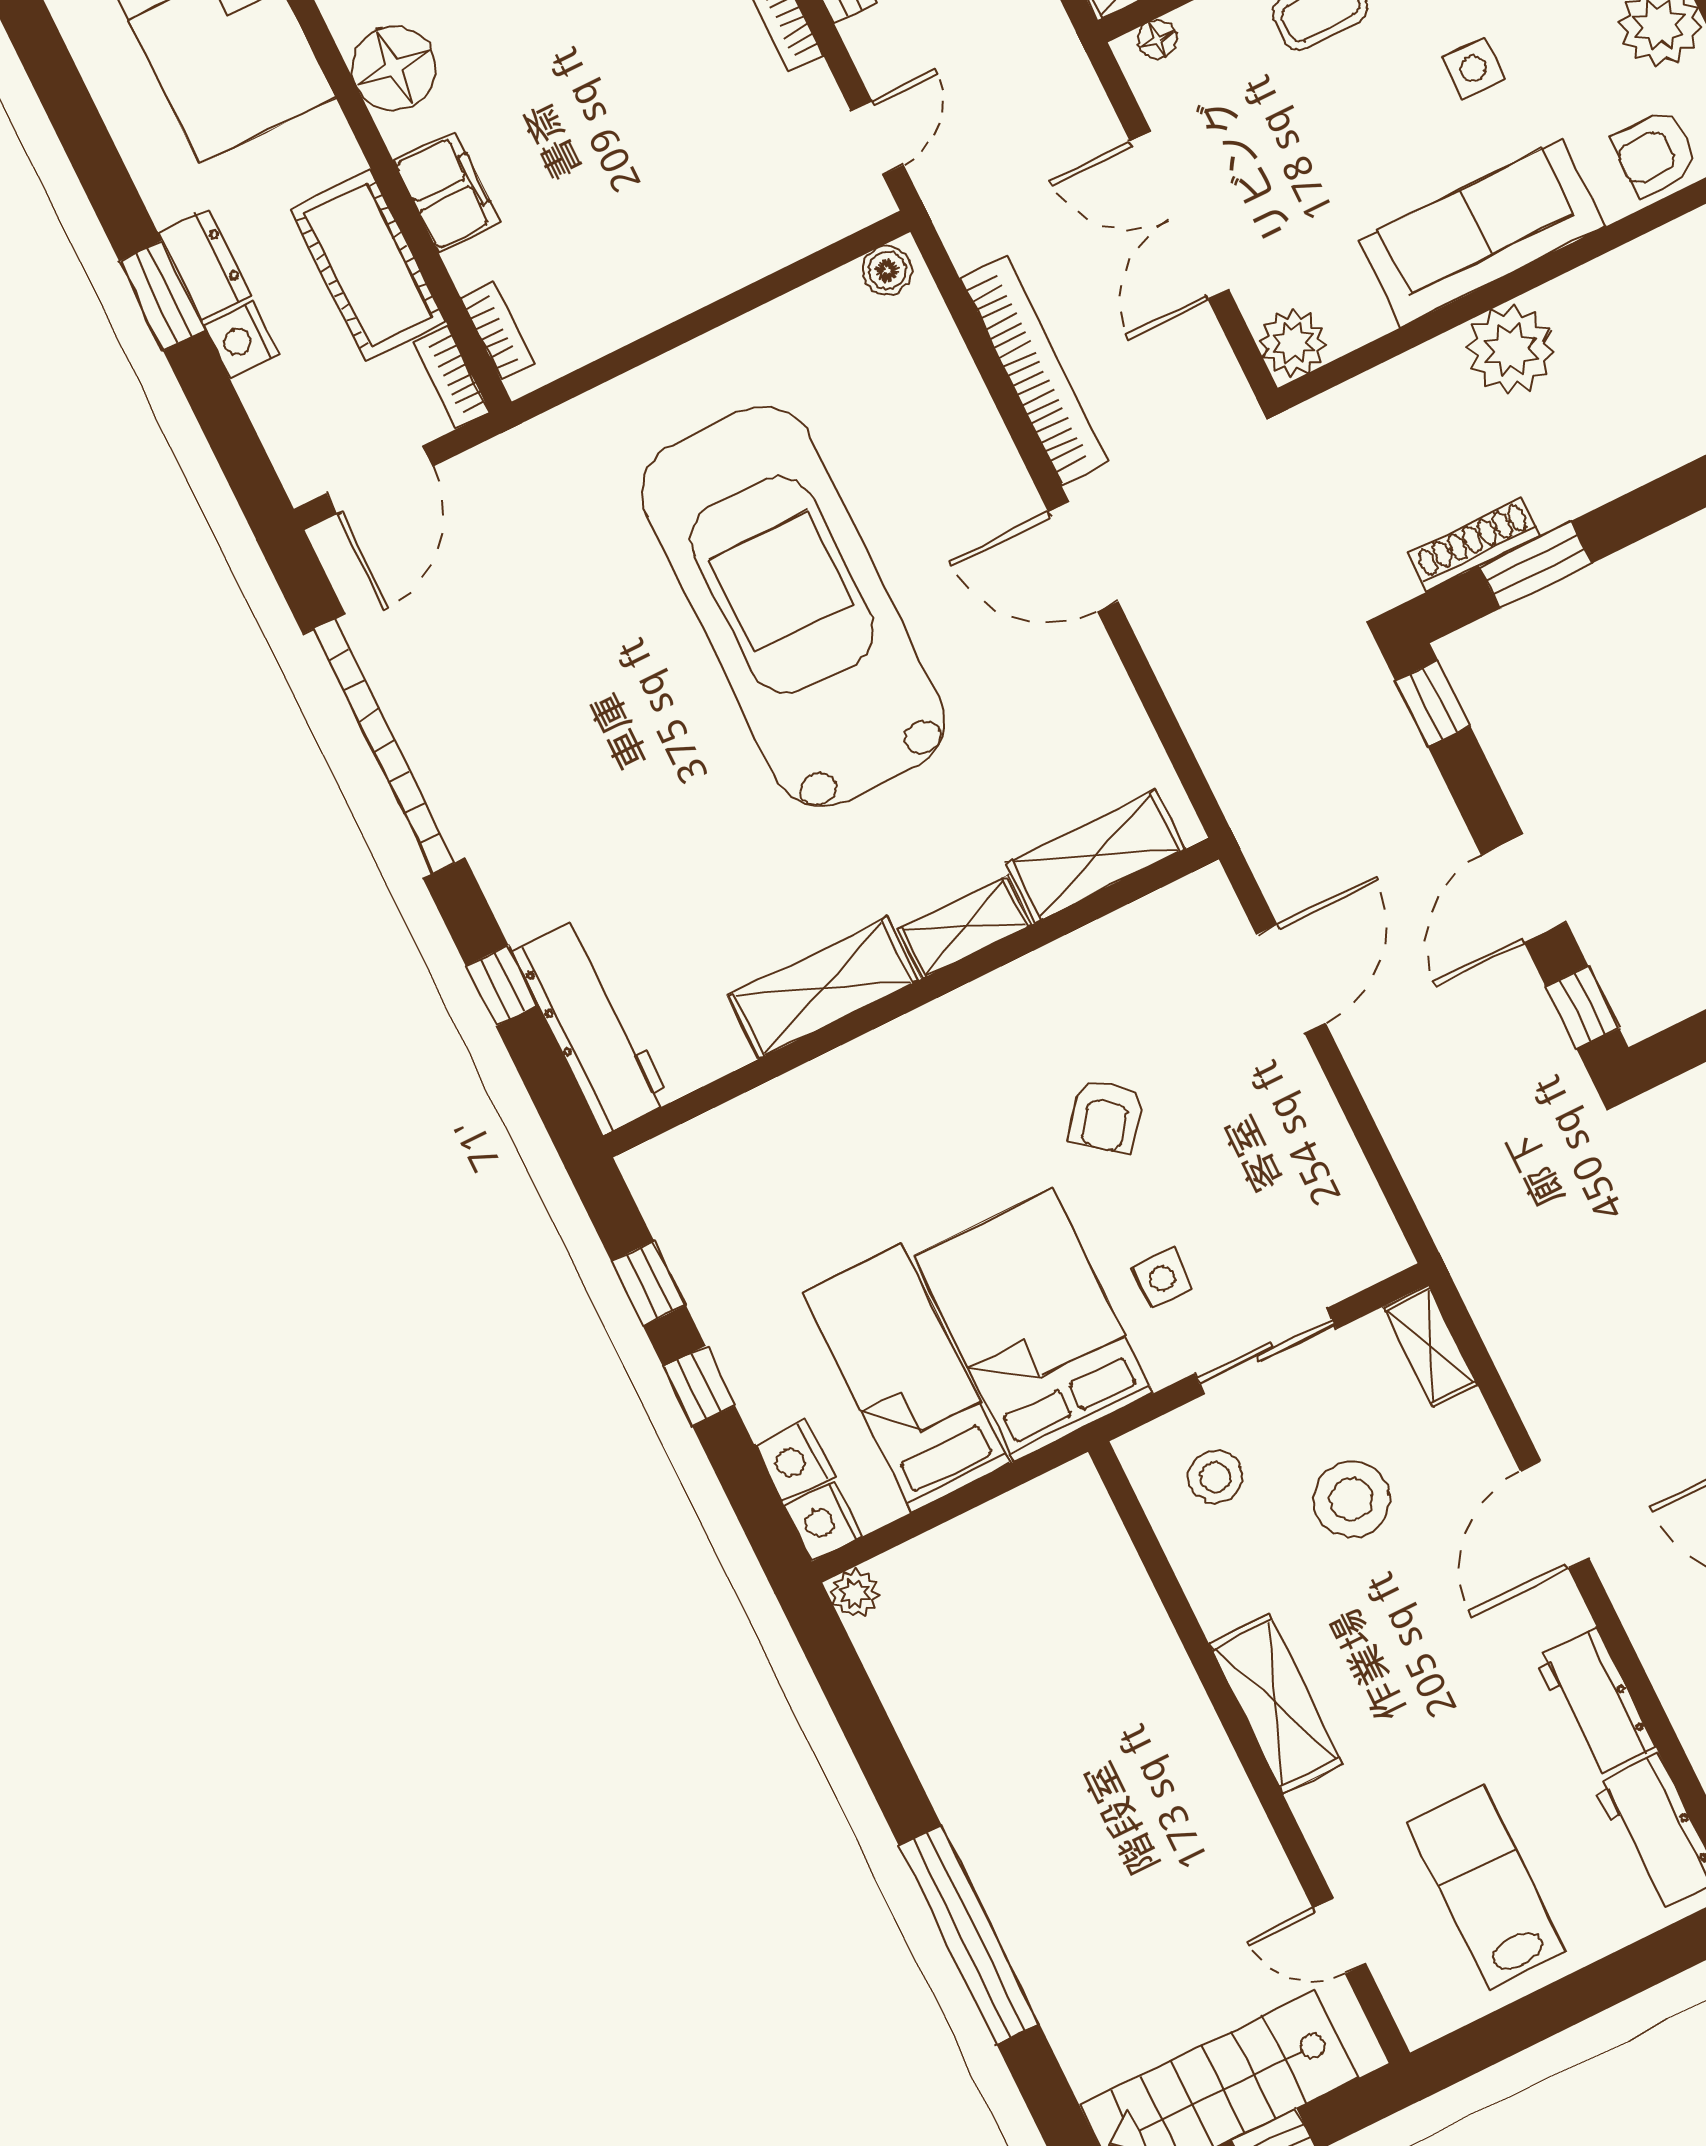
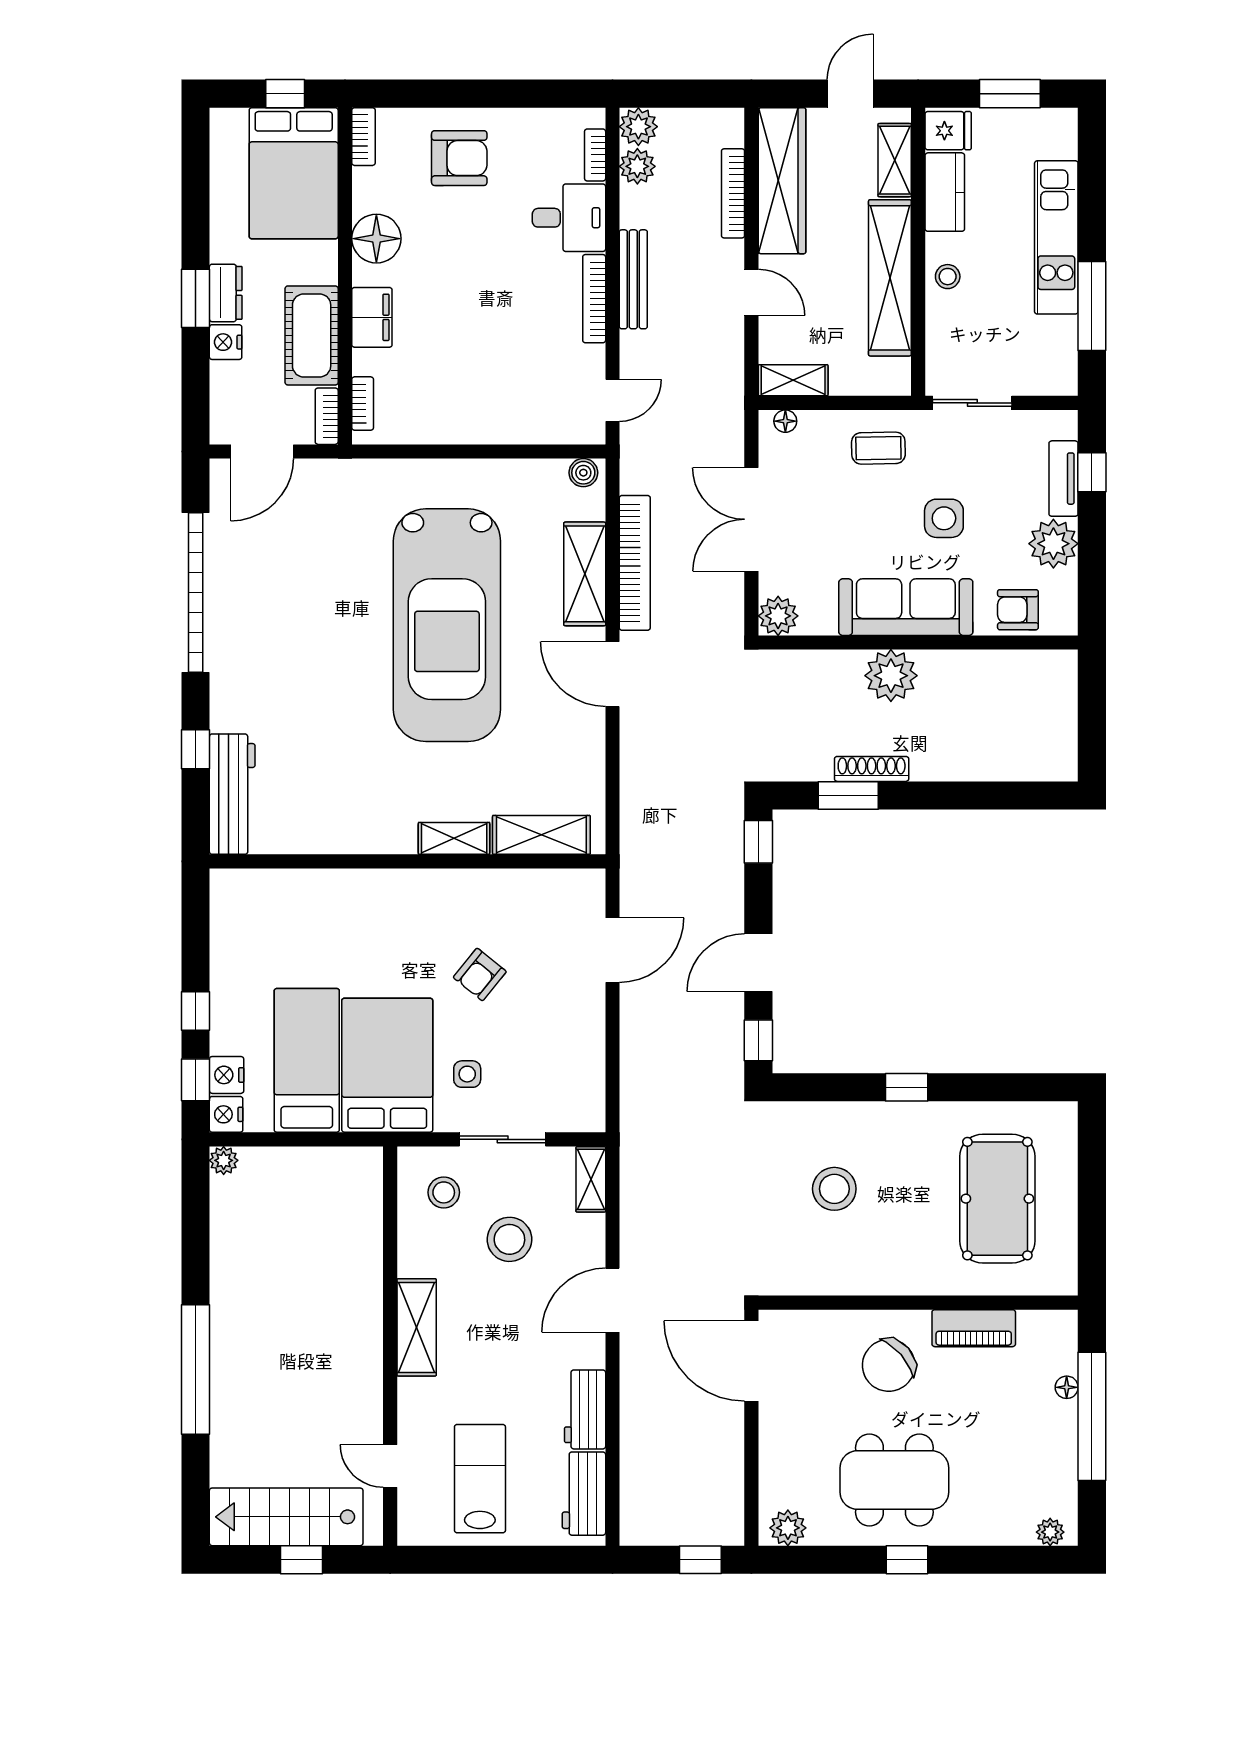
side table: (1473, 69) -> (944, 518), width x1.37, depth x1.37
shoe rack: (1475, 544) -> (872, 769), moved
car: (793, 606) -> (447, 625), turned 180
shelving: (823, 988) -> (585, 574), moved, turned 90
window: (648, 1283) -> (196, 1080), moved

